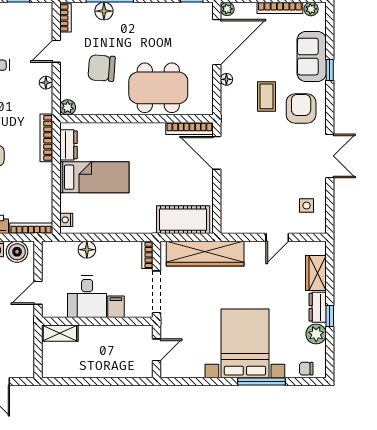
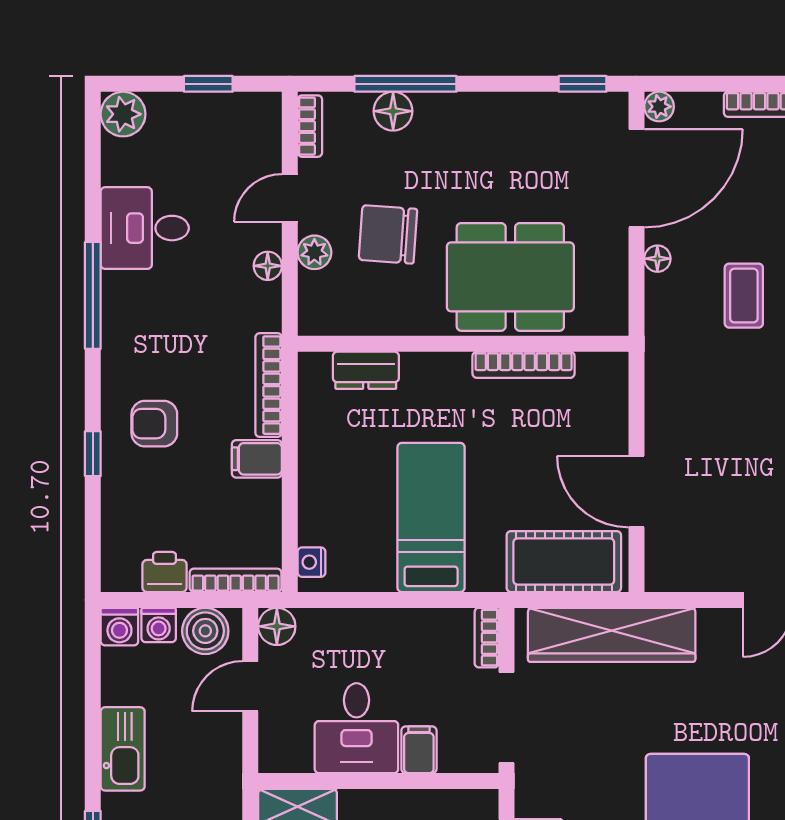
plant: (68, 107) -> (314, 252), moved
bookcase: (189, 129) -> (524, 365), moved
dresser: (68, 145) -> (366, 370), moved, turned 90
door: (217, 153) -> (636, 492), moved
filing cabinet: (41, 172) -> (257, 459), added
bed: (94, 177) -> (431, 517), moved, turned -90
floor lamp: (87, 250) -> (277, 626), moved
door: (38, 293) -> (250, 686), moved

